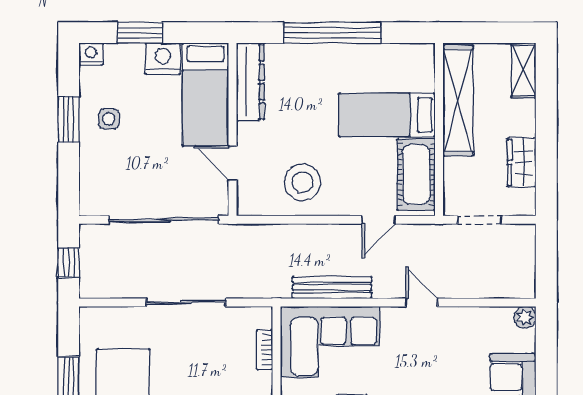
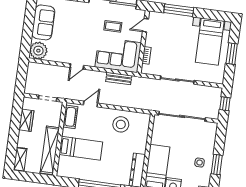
door: (233, 163) -> (149, 137), removed
cot: (416, 174) -> (70, 117), width x0.73, depth x0.75
bench: (332, 287) -> (119, 79), width x0.73
door: (422, 302) -> (77, 66), hinge flipped
plant: (525, 317) -> (38, 51), width x1.88, depth x1.88

